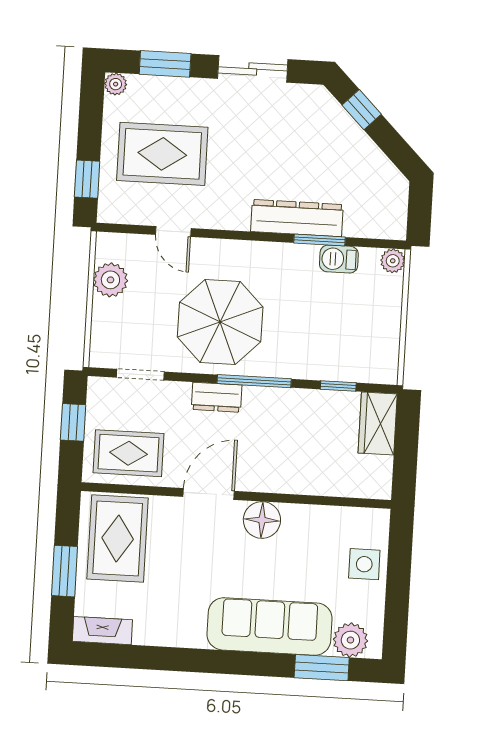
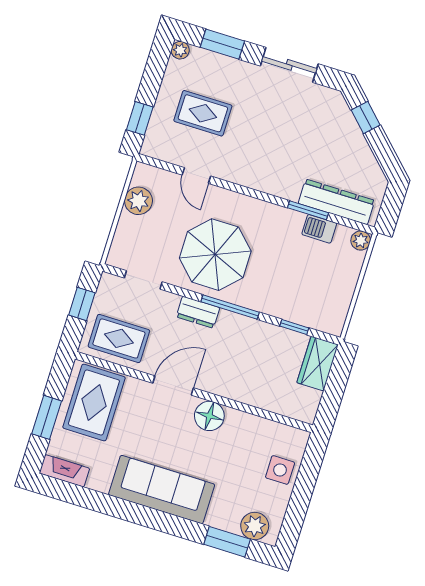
rug: (162, 154) -> (203, 113), width x0.73, depth x0.70
dresser: (297, 218) -> (336, 202), moved
sofa: (269, 626) -> (162, 490), moved

